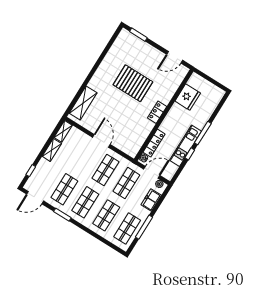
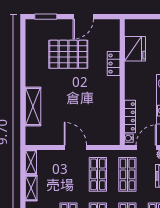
door: (175, 57) -> (83, 17), moved
pallet: (133, 83) -> (68, 54), moved
shelving: (83, 103) -> (33, 107), moved
locker: (157, 112) -> (114, 64), moved

